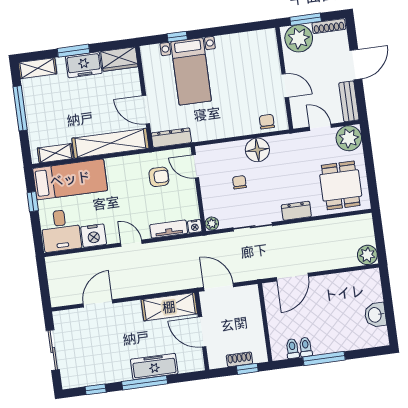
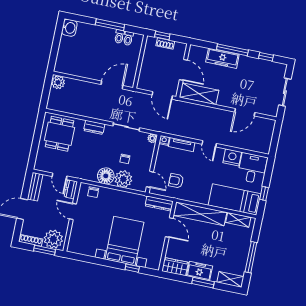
bed with nightstands: (191, 71) -> (124, 241), width x1.36
dresser: (299, 115) -> (71, 189), added
plant: (349, 138) -> (123, 179), moved
washbasin: (375, 315) -> (69, 28), moved

